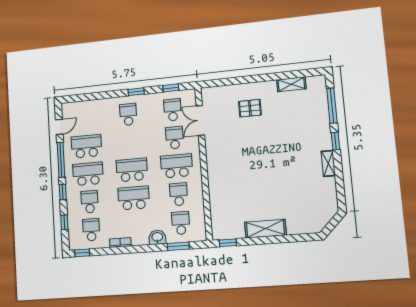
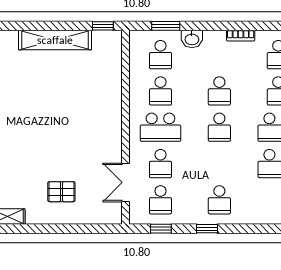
double door: (200, 120) -> (126, 182), swing flipped
school desk: (132, 170) -> (219, 127), width x0.54
school desk: (134, 198) -> (219, 91), width x0.54
shelving: (265, 229) -> (55, 40), width x1.47

